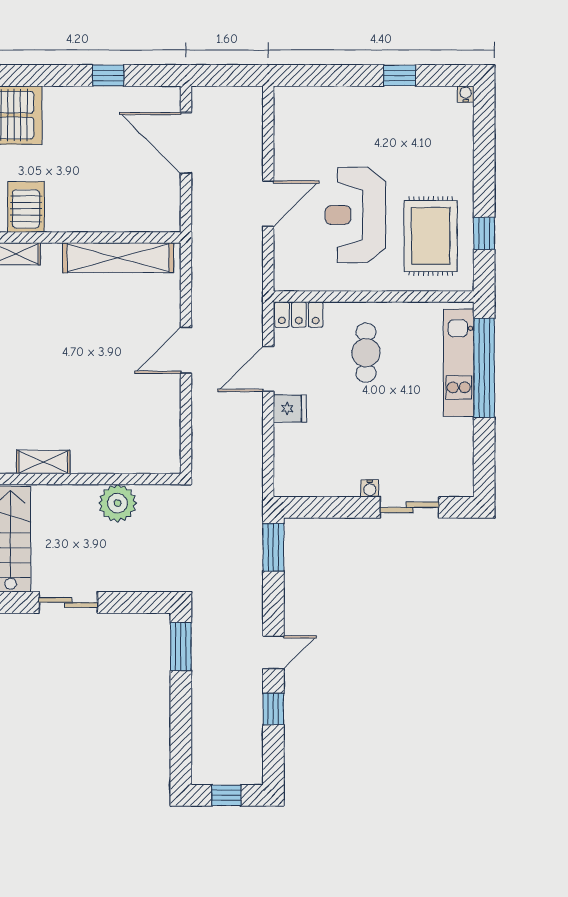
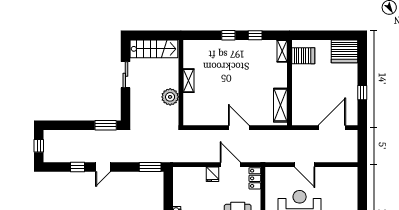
shelving: (118, 258) -> (280, 105), width x0.68
shelving: (43, 462) -> (189, 81), moved
door: (273, 652) -> (103, 167), hinge flipped

